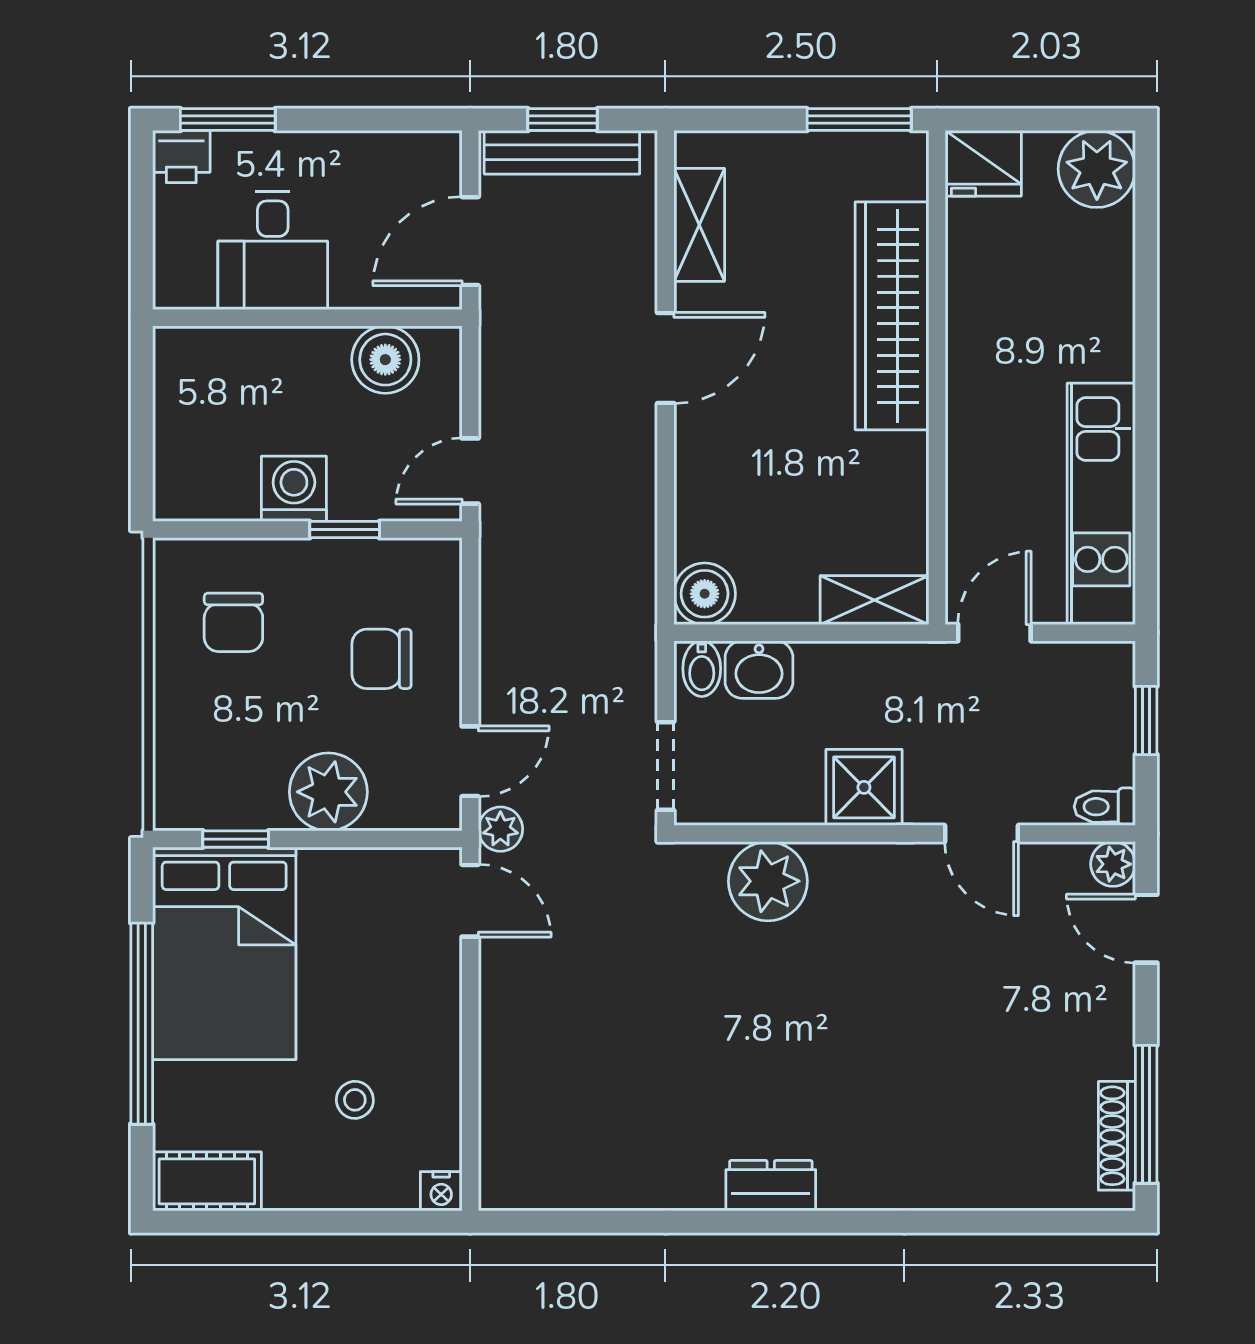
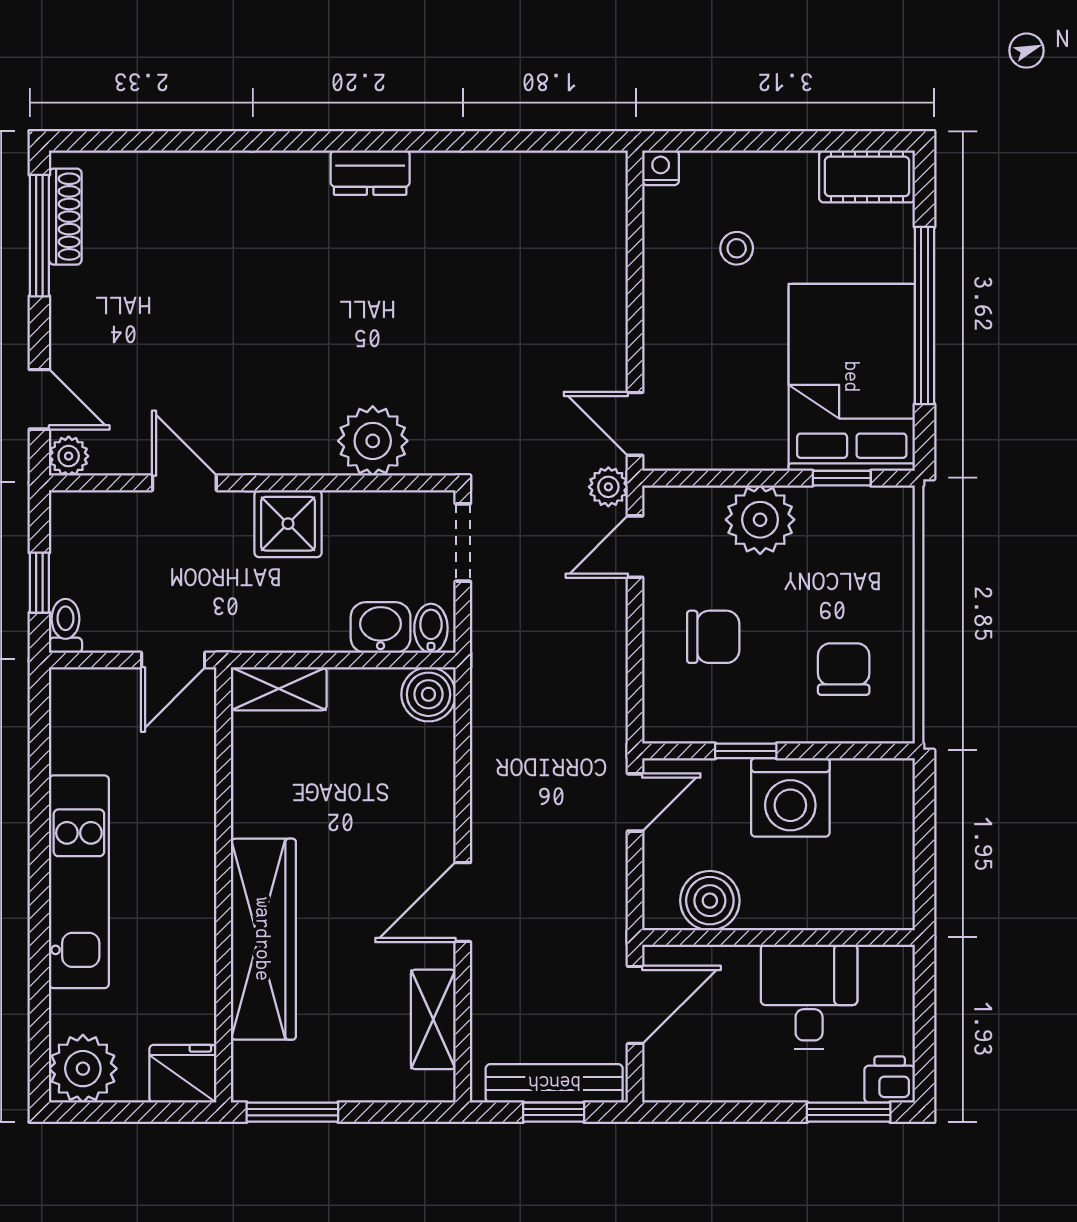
washing machine: (294, 489) -> (790, 797), width x1.37, depth x1.37
kitchen unit: (1101, 504) -> (79, 882), moved
toilet: (1105, 807) -> (66, 626), moved, turned -90

